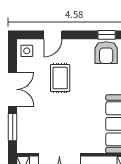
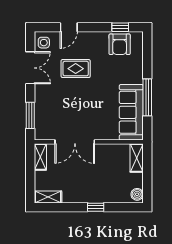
rug: (60, 78) -> (76, 69), turned 90
double door: (13, 89) -> (30, 68), moved

